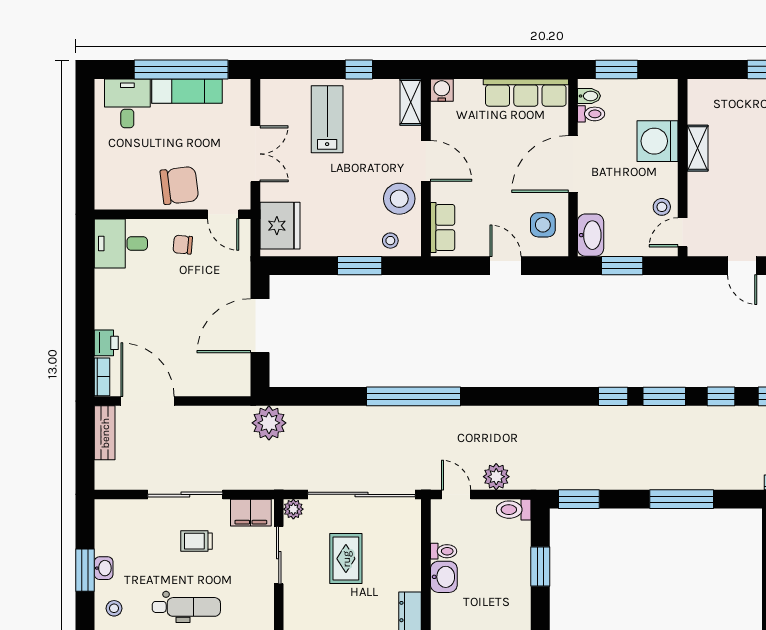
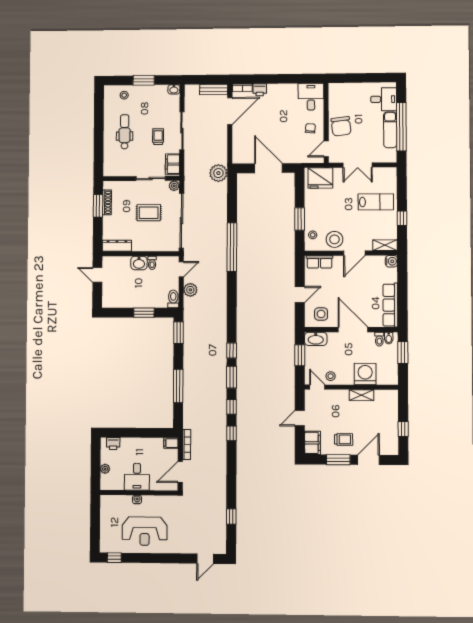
washbasin: (104, 568) -> (174, 89), moved
dental chair: (186, 607) -> (125, 132), turned 180

